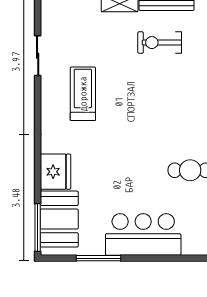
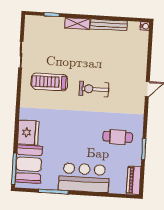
exercise bike: (160, 43) -> (94, 89), moved
treadmill: (83, 94) -> (49, 82), turned -90

